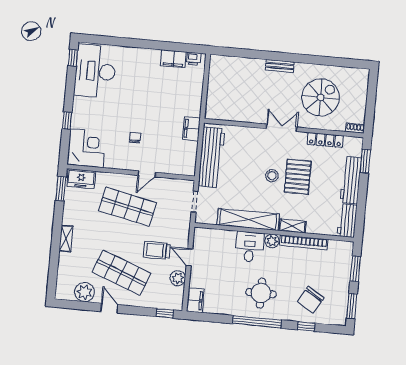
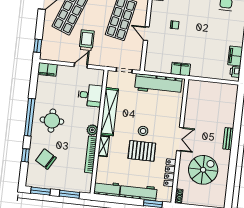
spiral stairs: (321, 97) -> (203, 170), turned -90
desk: (250, 247) -> (90, 95), moved
plant: (178, 278) -> (65, 56), removed

